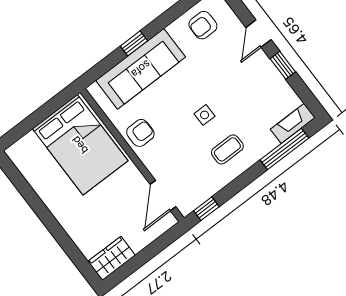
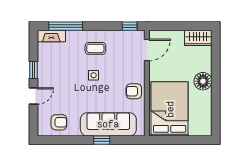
floor lamp: (65, 210) -> (203, 81), added

